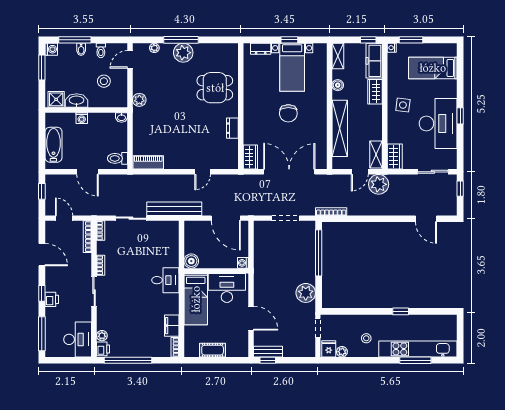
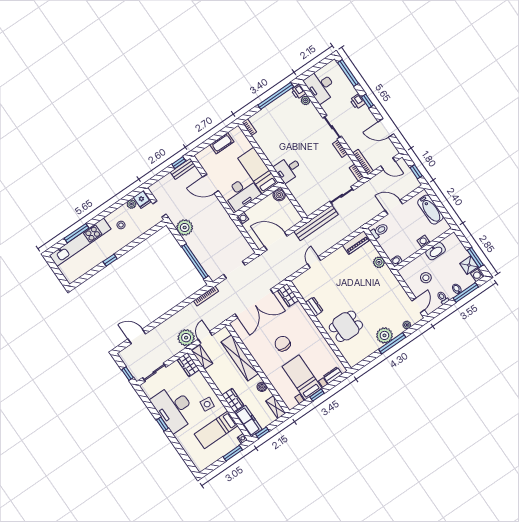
bed: (433, 68) -> (216, 430), moved, turned 180
shower: (56, 99) -> (469, 265), moved
plant: (139, 100) -> (379, 262), moved
filing cabinet: (172, 326) -> (262, 141), removed

